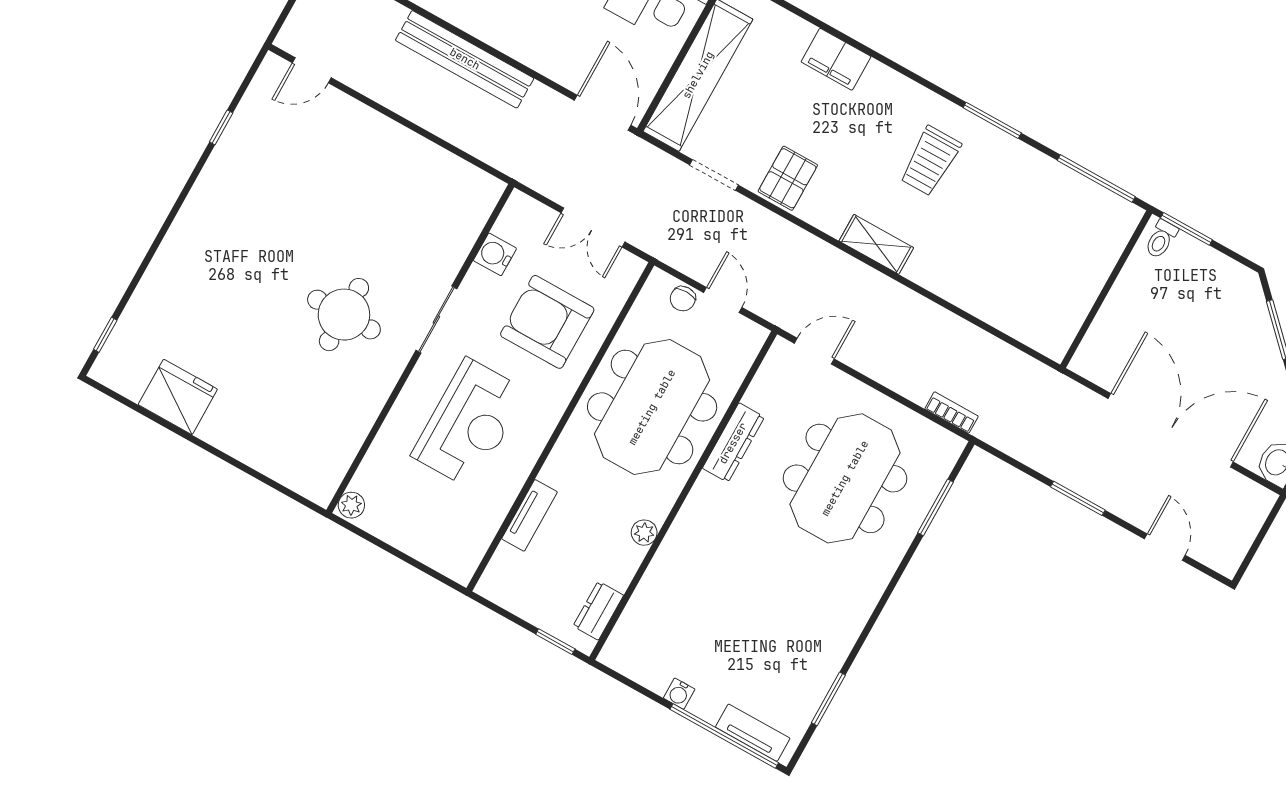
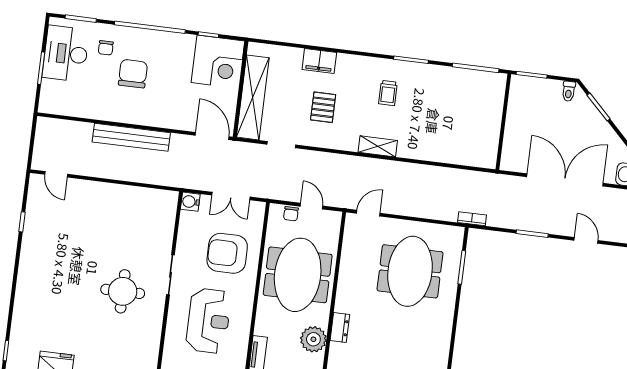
door: (312, 70) -> (56, 174), hinge flipped
trolley: (930, 161) -> (388, 93), width x0.73, depth x0.72
pallet: (788, 178) -> (323, 107), moved
toilet: (1161, 239) -> (569, 91), moved
water cooler: (495, 254) -> (190, 202), moved
bookcase: (952, 413) -> (472, 219), moved
dresser: (733, 443) -> (340, 328), moved, width x0.70
plant: (644, 533) -> (313, 339), width x1.87, depth x1.87

